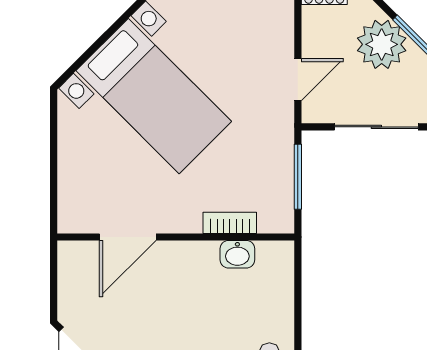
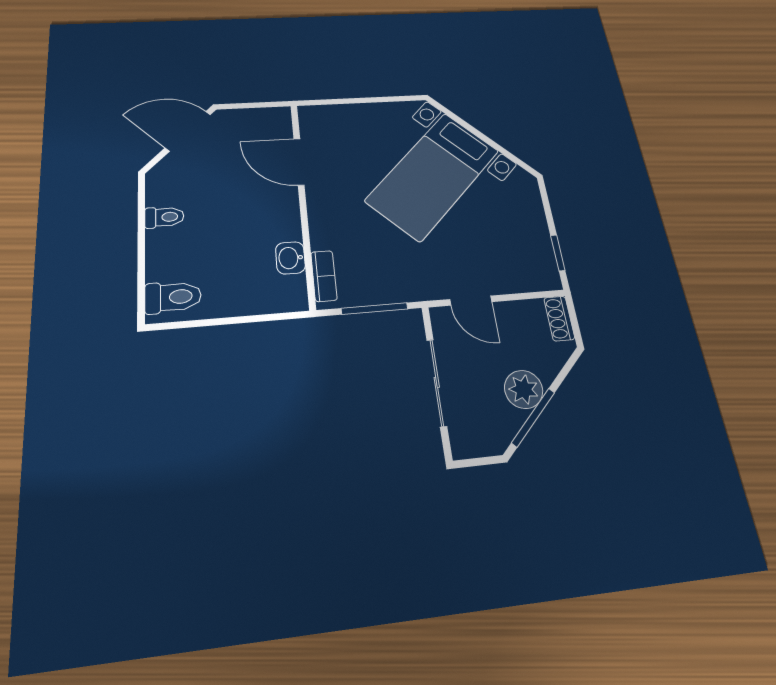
plant: (382, 44) -> (524, 389), width x0.73, depth x0.73
bookcase: (230, 223) -> (324, 276), moved

